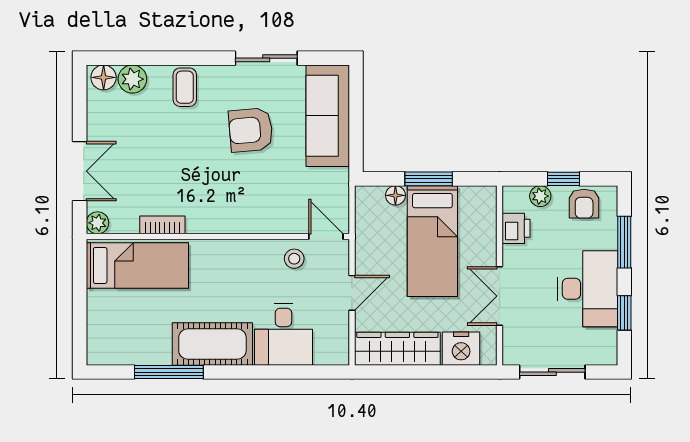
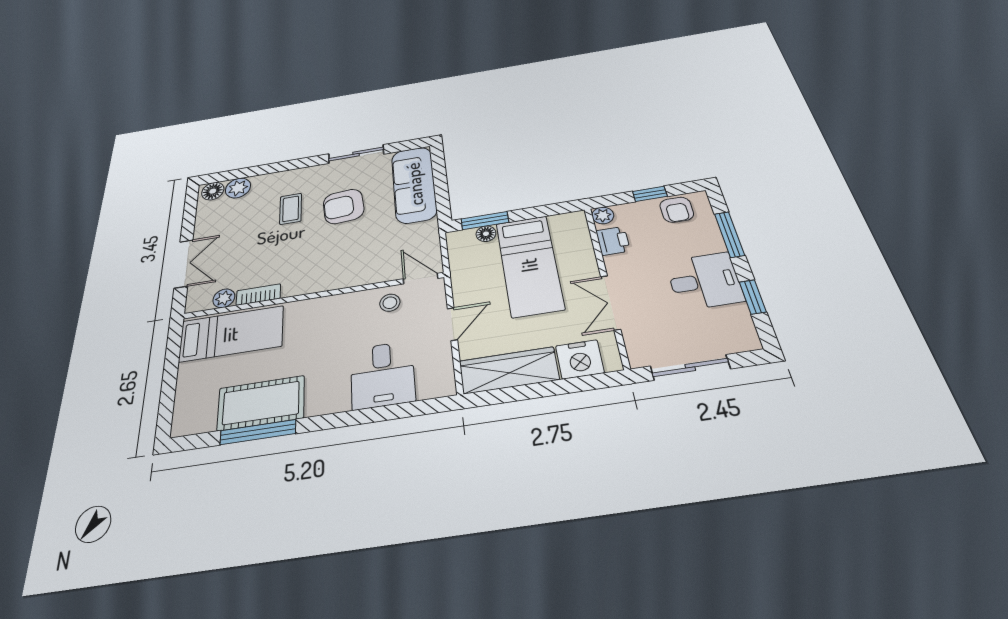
coffee table: (185, 87) -> (291, 209), moved
window: (429, 179) -> (485, 221), moved
plant: (540, 196) -> (603, 215), moved
plant: (97, 223) -> (224, 298), moved
desk: (588, 289) -> (704, 281), width x0.73
cot: (212, 344) -> (261, 403), moved

